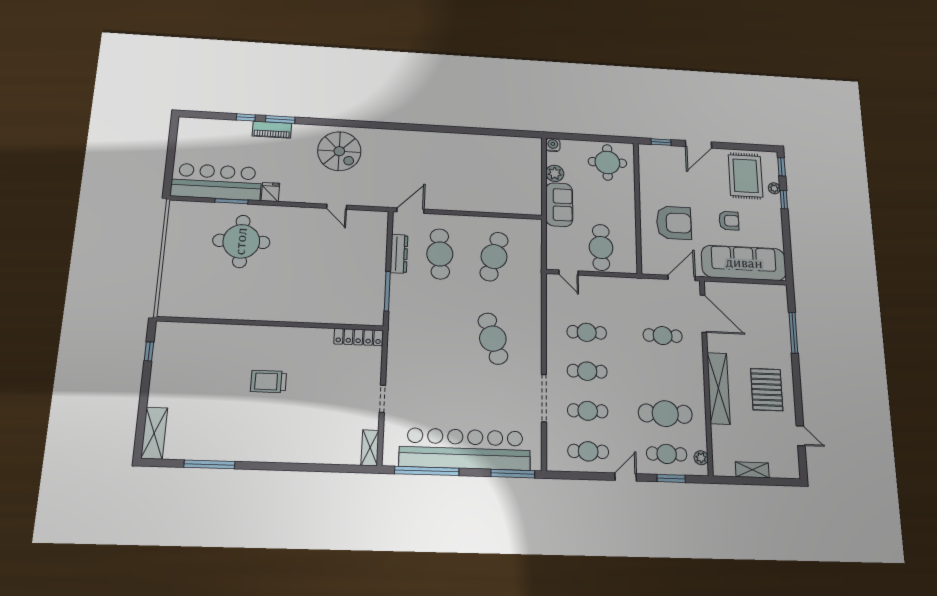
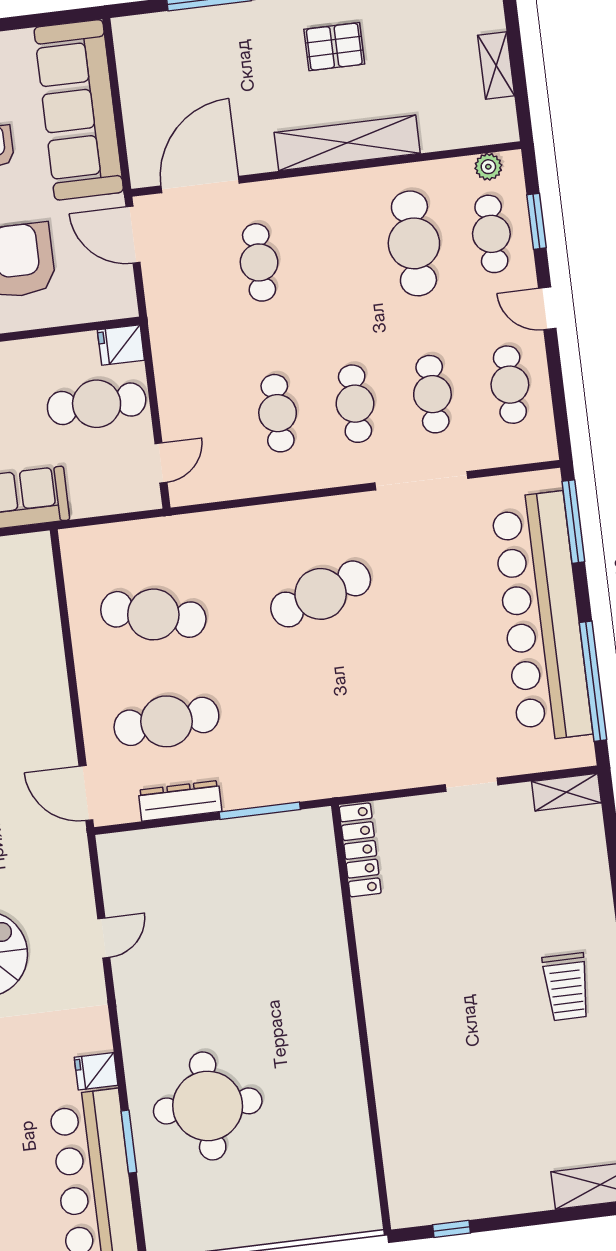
fridge: (628, 263) -> (121, 345), added
trolley: (269, 381) -> (566, 987), moved
pallet: (767, 390) -> (334, 47), width x0.67, depth x0.71

